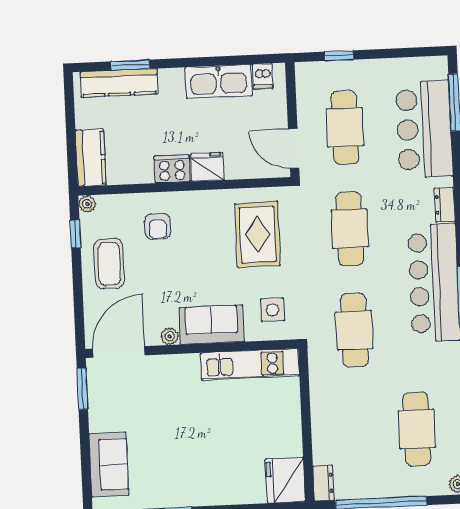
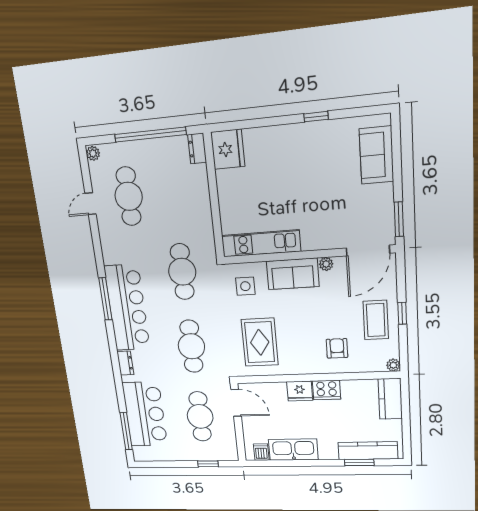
window: (75, 234) -> (402, 313), moved

